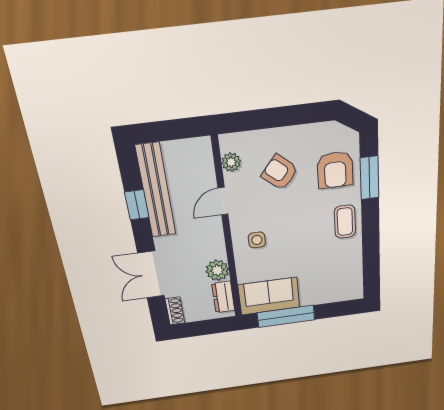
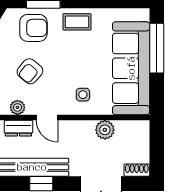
sofa: (269, 296) -> (131, 68), width x1.85, depth x1.27
dresser: (223, 297) -> (18, 128), moved
window: (286, 316) -> (157, 48), moved

